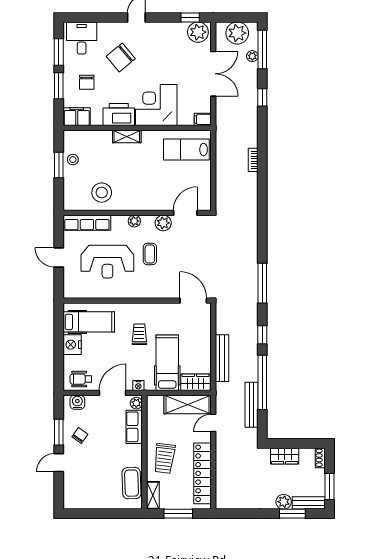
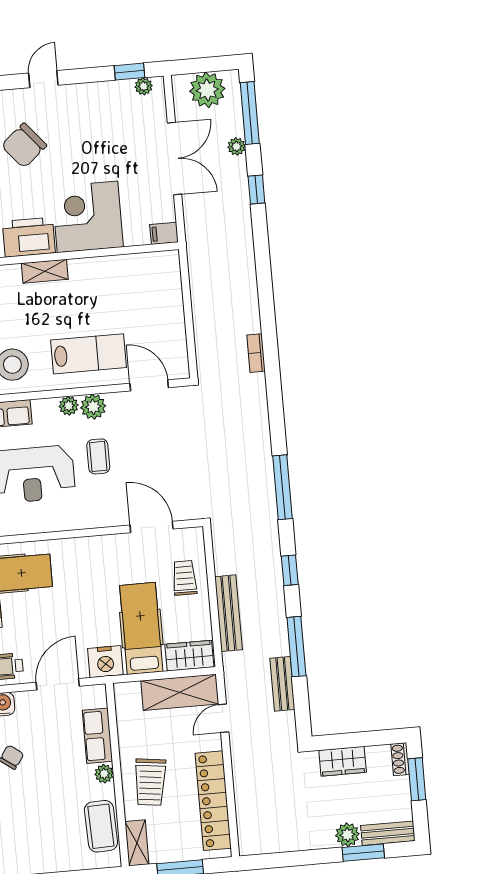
plant: (198, 32) -> (144, 86), width x0.53, depth x0.53
plant: (252, 56) -> (237, 146), moved
lab bench: (186, 150) -> (89, 354), moved, turned 180
bookcase: (253, 160) -> (256, 353), moved
door: (185, 213) -> (149, 385), hinge flipped
plant: (163, 223) -> (93, 407), moved
door: (193, 301) -> (152, 527), moved
trolley: (139, 334) -> (184, 578), moved
window: (262, 382) -> (296, 647), width x0.68
nightstand: (138, 386) -> (105, 662), width x1.89, depth x1.79
plant: (136, 403) -> (104, 774), moved
bench: (252, 405) -> (282, 684), width x0.73
window: (330, 487) -> (417, 779), moved

